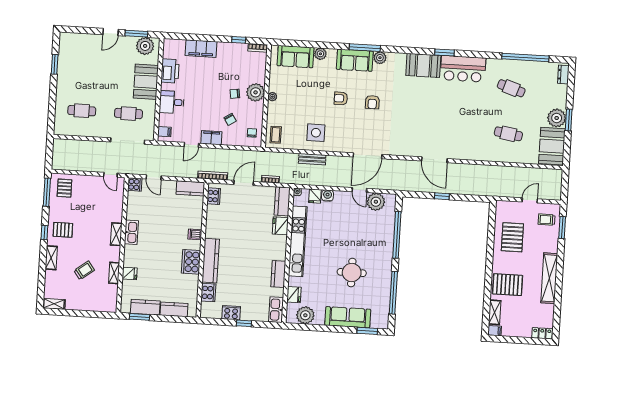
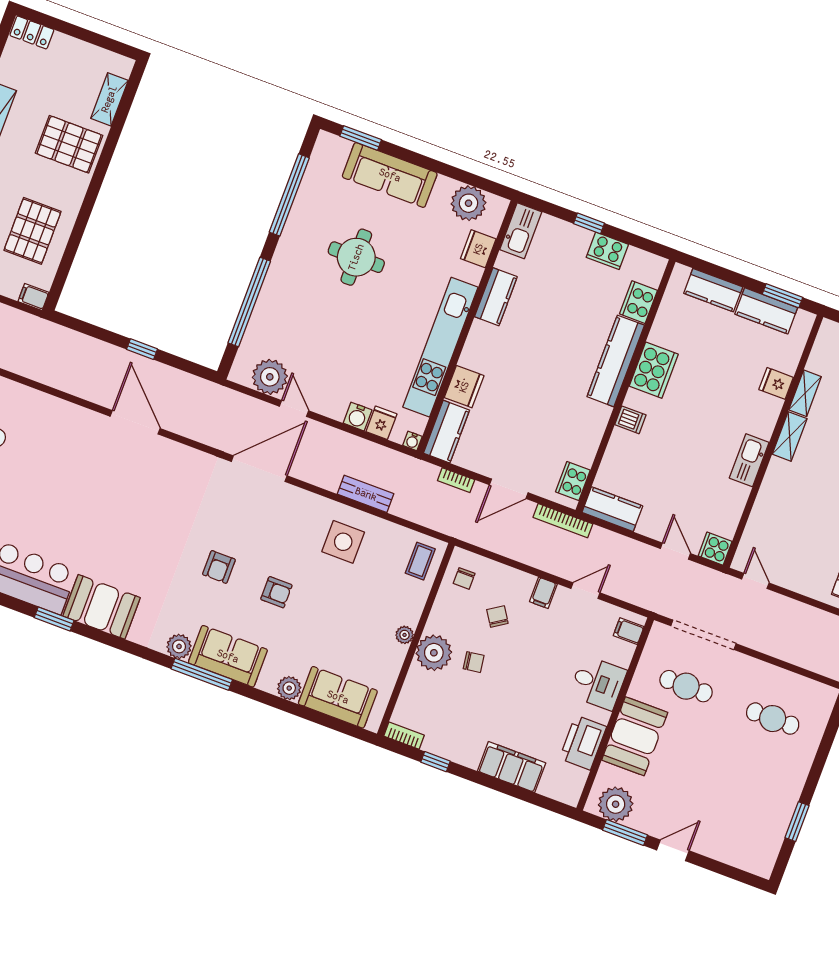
armchair: (372, 102) -> (219, 567), turned 180
filing cabinet: (211, 138) -> (543, 593), width x0.50
shelving: (116, 234) -> (790, 436), moved
filing cabinet: (495, 331) -> (33, 297), moved

